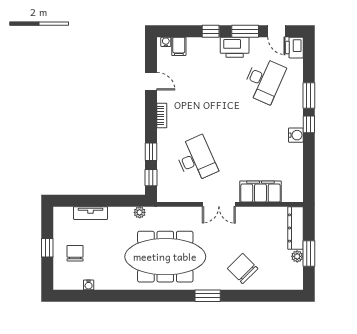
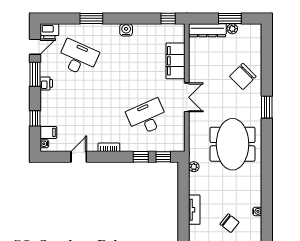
window: (211, 31) -> (35, 118), moved
printer: (235, 47) -> (46, 83), width x0.53, depth x0.68
window: (309, 124) -> (168, 18), moved
chair: (75, 253) -> (230, 223), turned -142
meeting table: (165, 257) -> (233, 144), width x0.73

